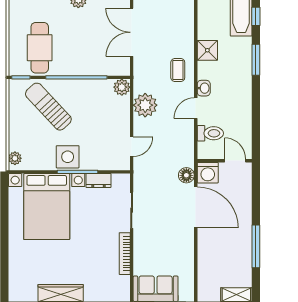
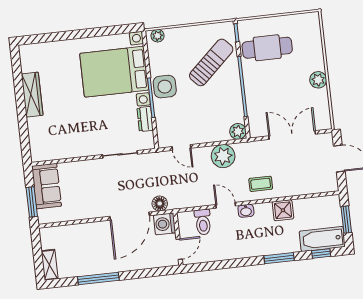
bookcase: (125, 254) -> (77, 152), removed

